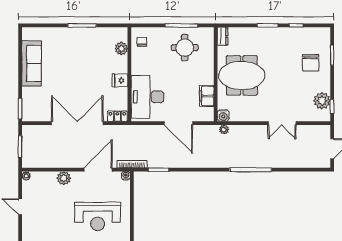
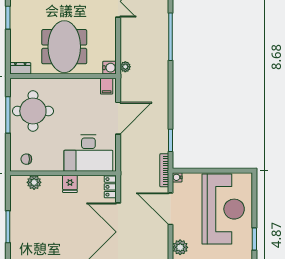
round table: (185, 48) -> (33, 111), width x1.36, depth x1.36
filing cabinet: (207, 96) -> (107, 86), moved, width x0.50
reception desk: (98, 216) -> (223, 209), width x1.36, depth x1.30

